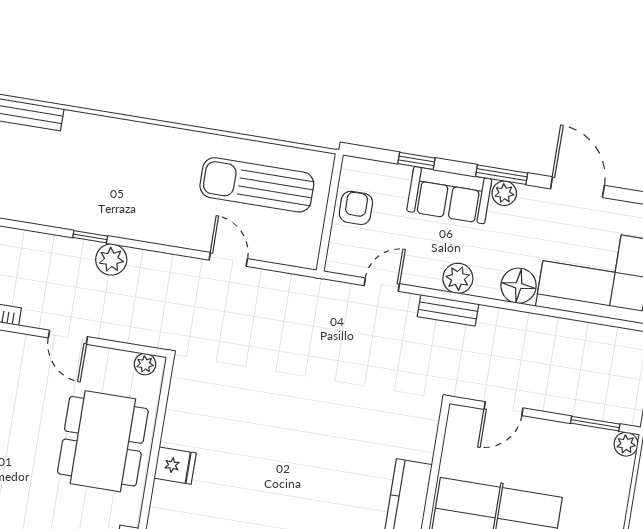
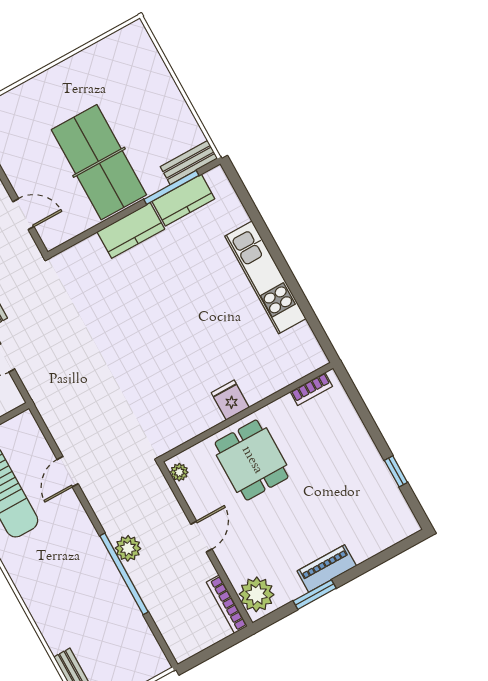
window: (90, 237) -> (124, 574), width x3.17
dining table: (103, 441) -> (252, 460), width x0.73

